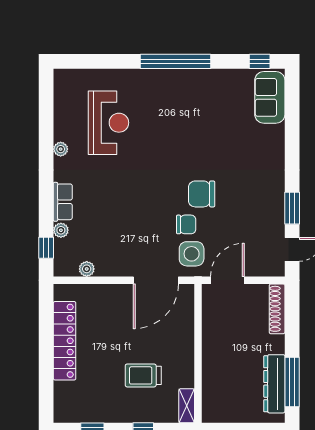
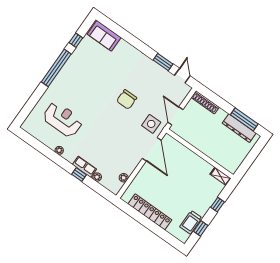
window: (260, 61) -> (76, 40), moved
chair: (186, 224) -> (136, 117), removed
window: (46, 248) -> (79, 175), moved
trolley: (143, 375) -> (191, 222), moved

